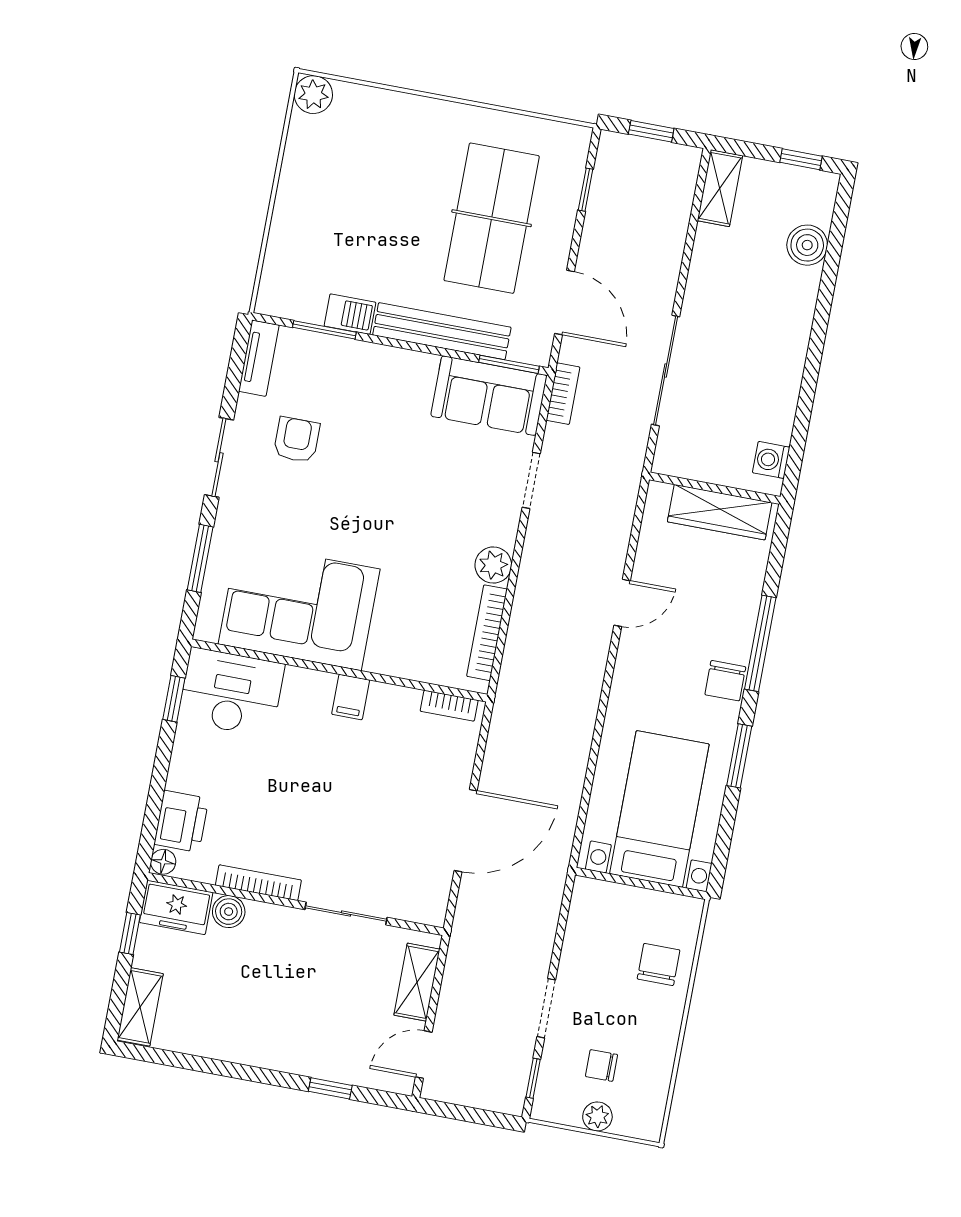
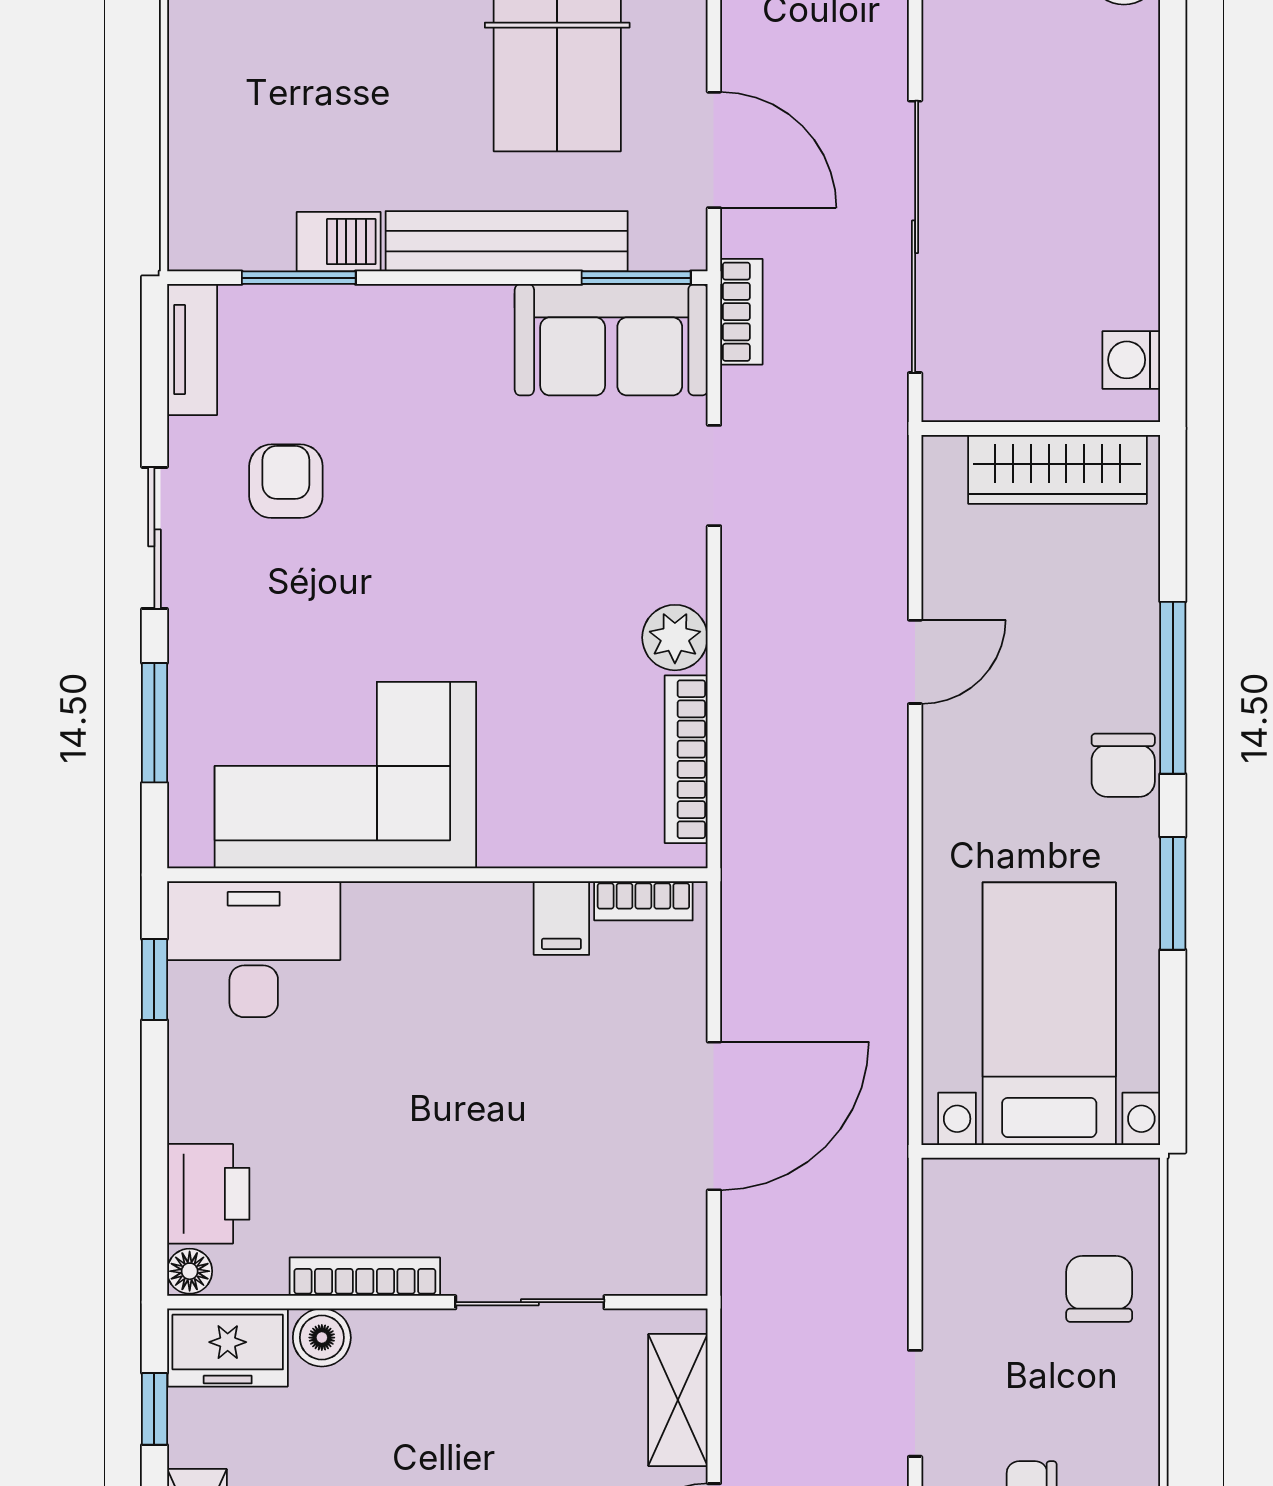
sliding door: (666, 370) -> (915, 237), width x1.36
filing cabinet: (351, 697) -> (561, 918), moved

